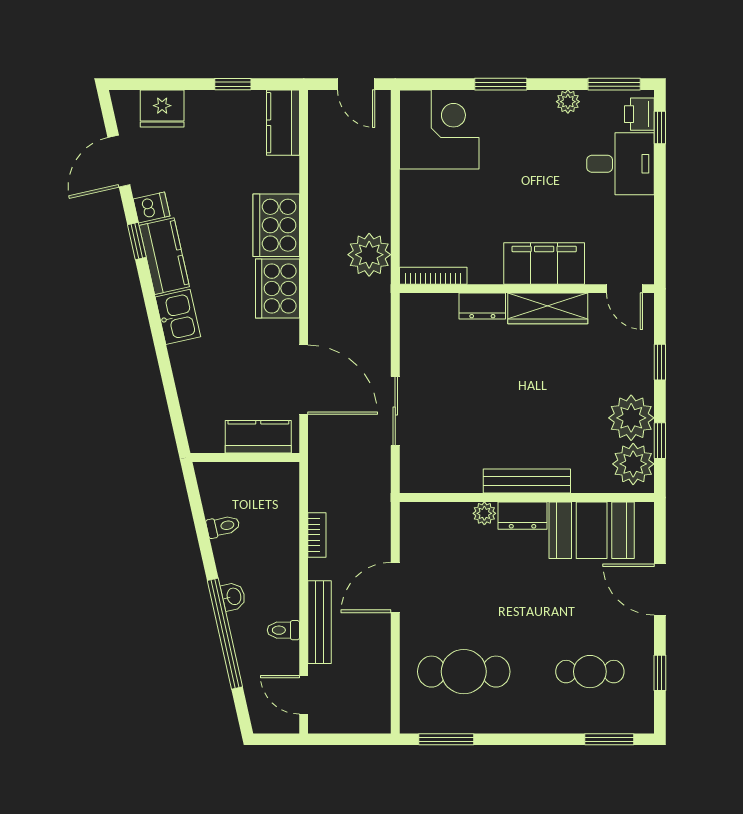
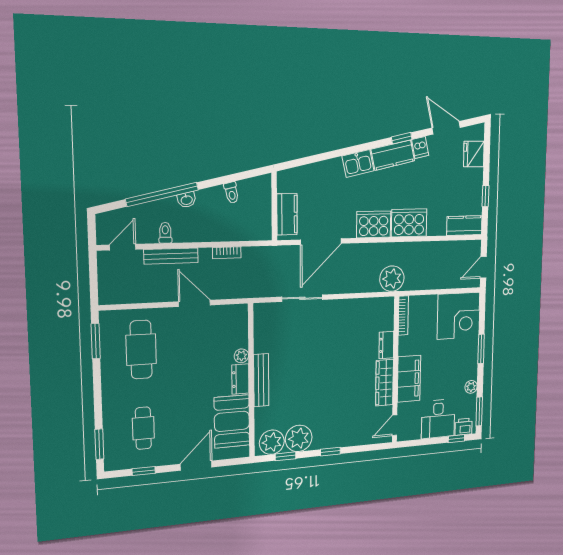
filing cabinet: (544, 264) -> (409, 379), moved
bookcase: (433, 276) -> (403, 315), moved
wall: (527, 289) -> (395, 370), moved
door: (625, 289) -> (395, 425), moved
dresser: (482, 306) -> (386, 345), moved
wardrobe: (548, 308) -> (385, 383), moved

